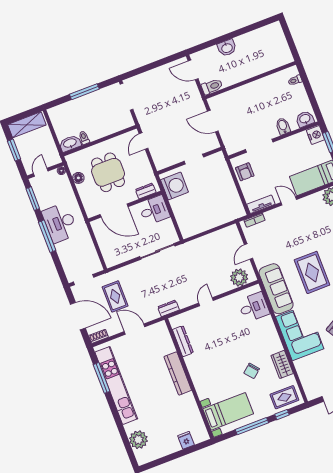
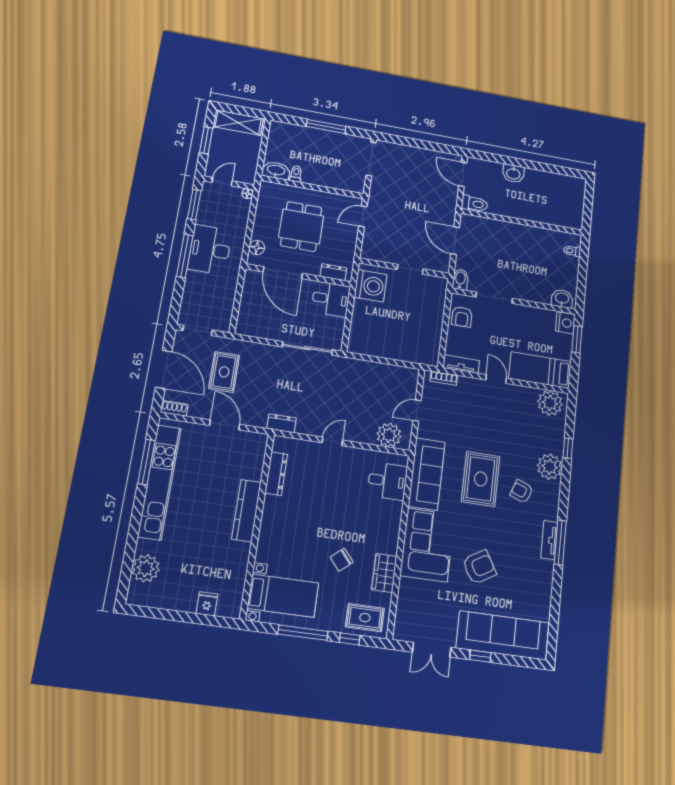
bidet: (283, 126) -> (460, 279), moved
floor lamp: (78, 178) -> (257, 247), moved

